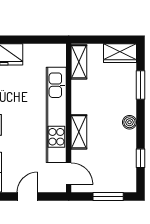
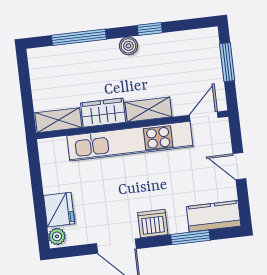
wardrobe: (120, 53) -> (103, 113), moved, turned -90
window: (141, 85) -> (79, 37), width x1.44
window: (141, 158) -> (150, 29), moved

